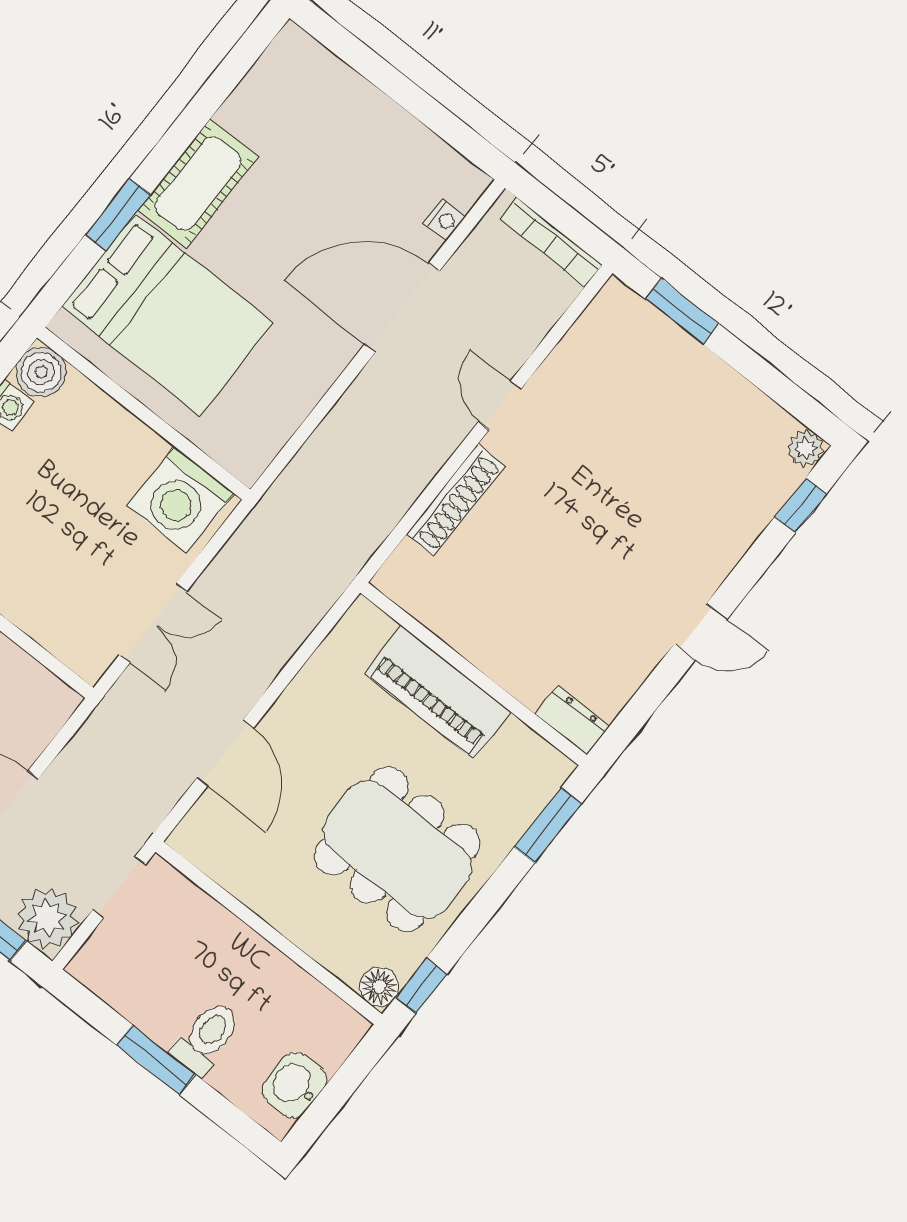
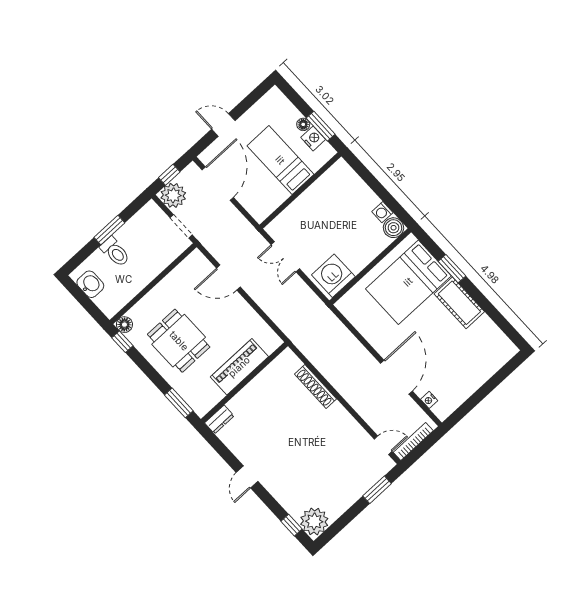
door: (500, 405) -> (383, 445), moved
plant: (806, 449) -> (314, 521), width x1.88, depth x1.88
dining table: (397, 849) -> (179, 341), width x0.73

